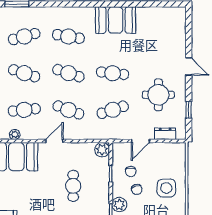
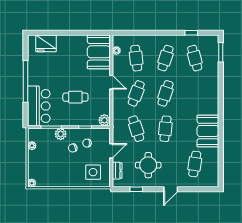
cafe table: (68, 36) -> (195, 164), moved
door: (140, 141) -> (111, 151), swing flipped
side table: (166, 188) -> (93, 172), moved

